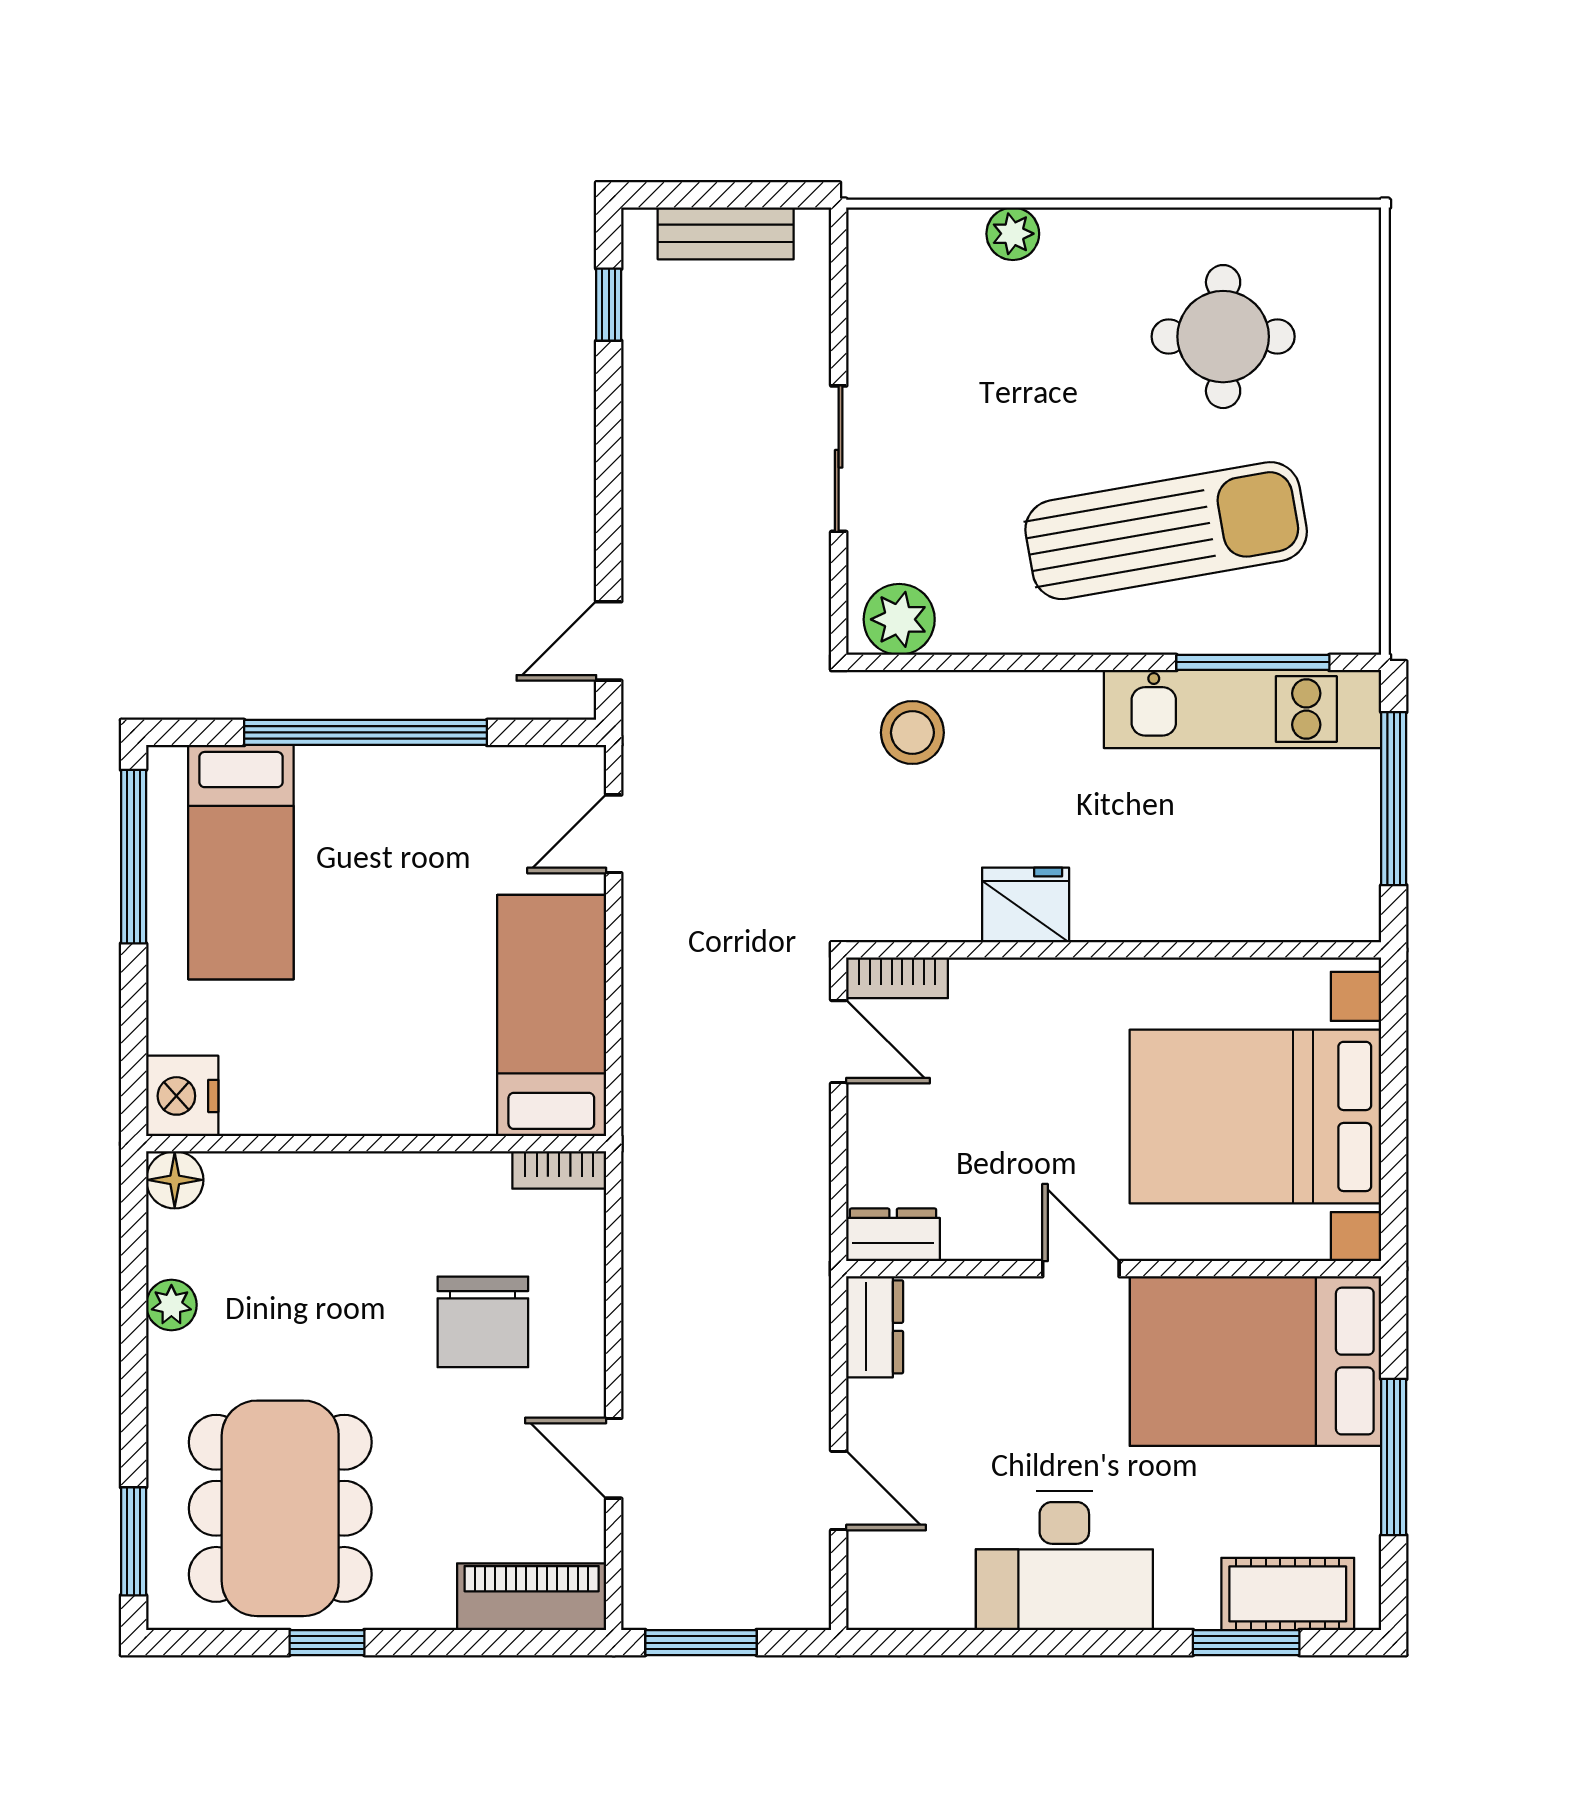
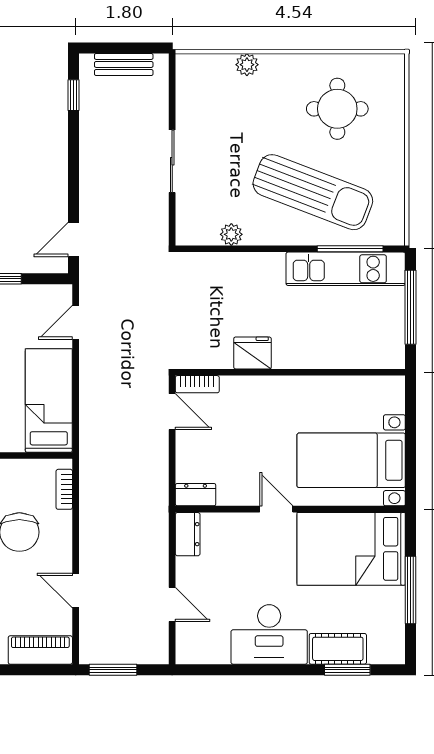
sun lounger: (1166, 531) -> (313, 192), turned 31
plant: (899, 619) -> (231, 234), moved, width x0.73, depth x0.73
stool: (912, 733) -> (204, 279), removed
bed with nightstands: (1255, 1116) -> (351, 460), width x0.73
bookcase: (559, 1170) -> (64, 489), moved, turned 90
cot: (1288, 1594) -> (338, 649), moved

